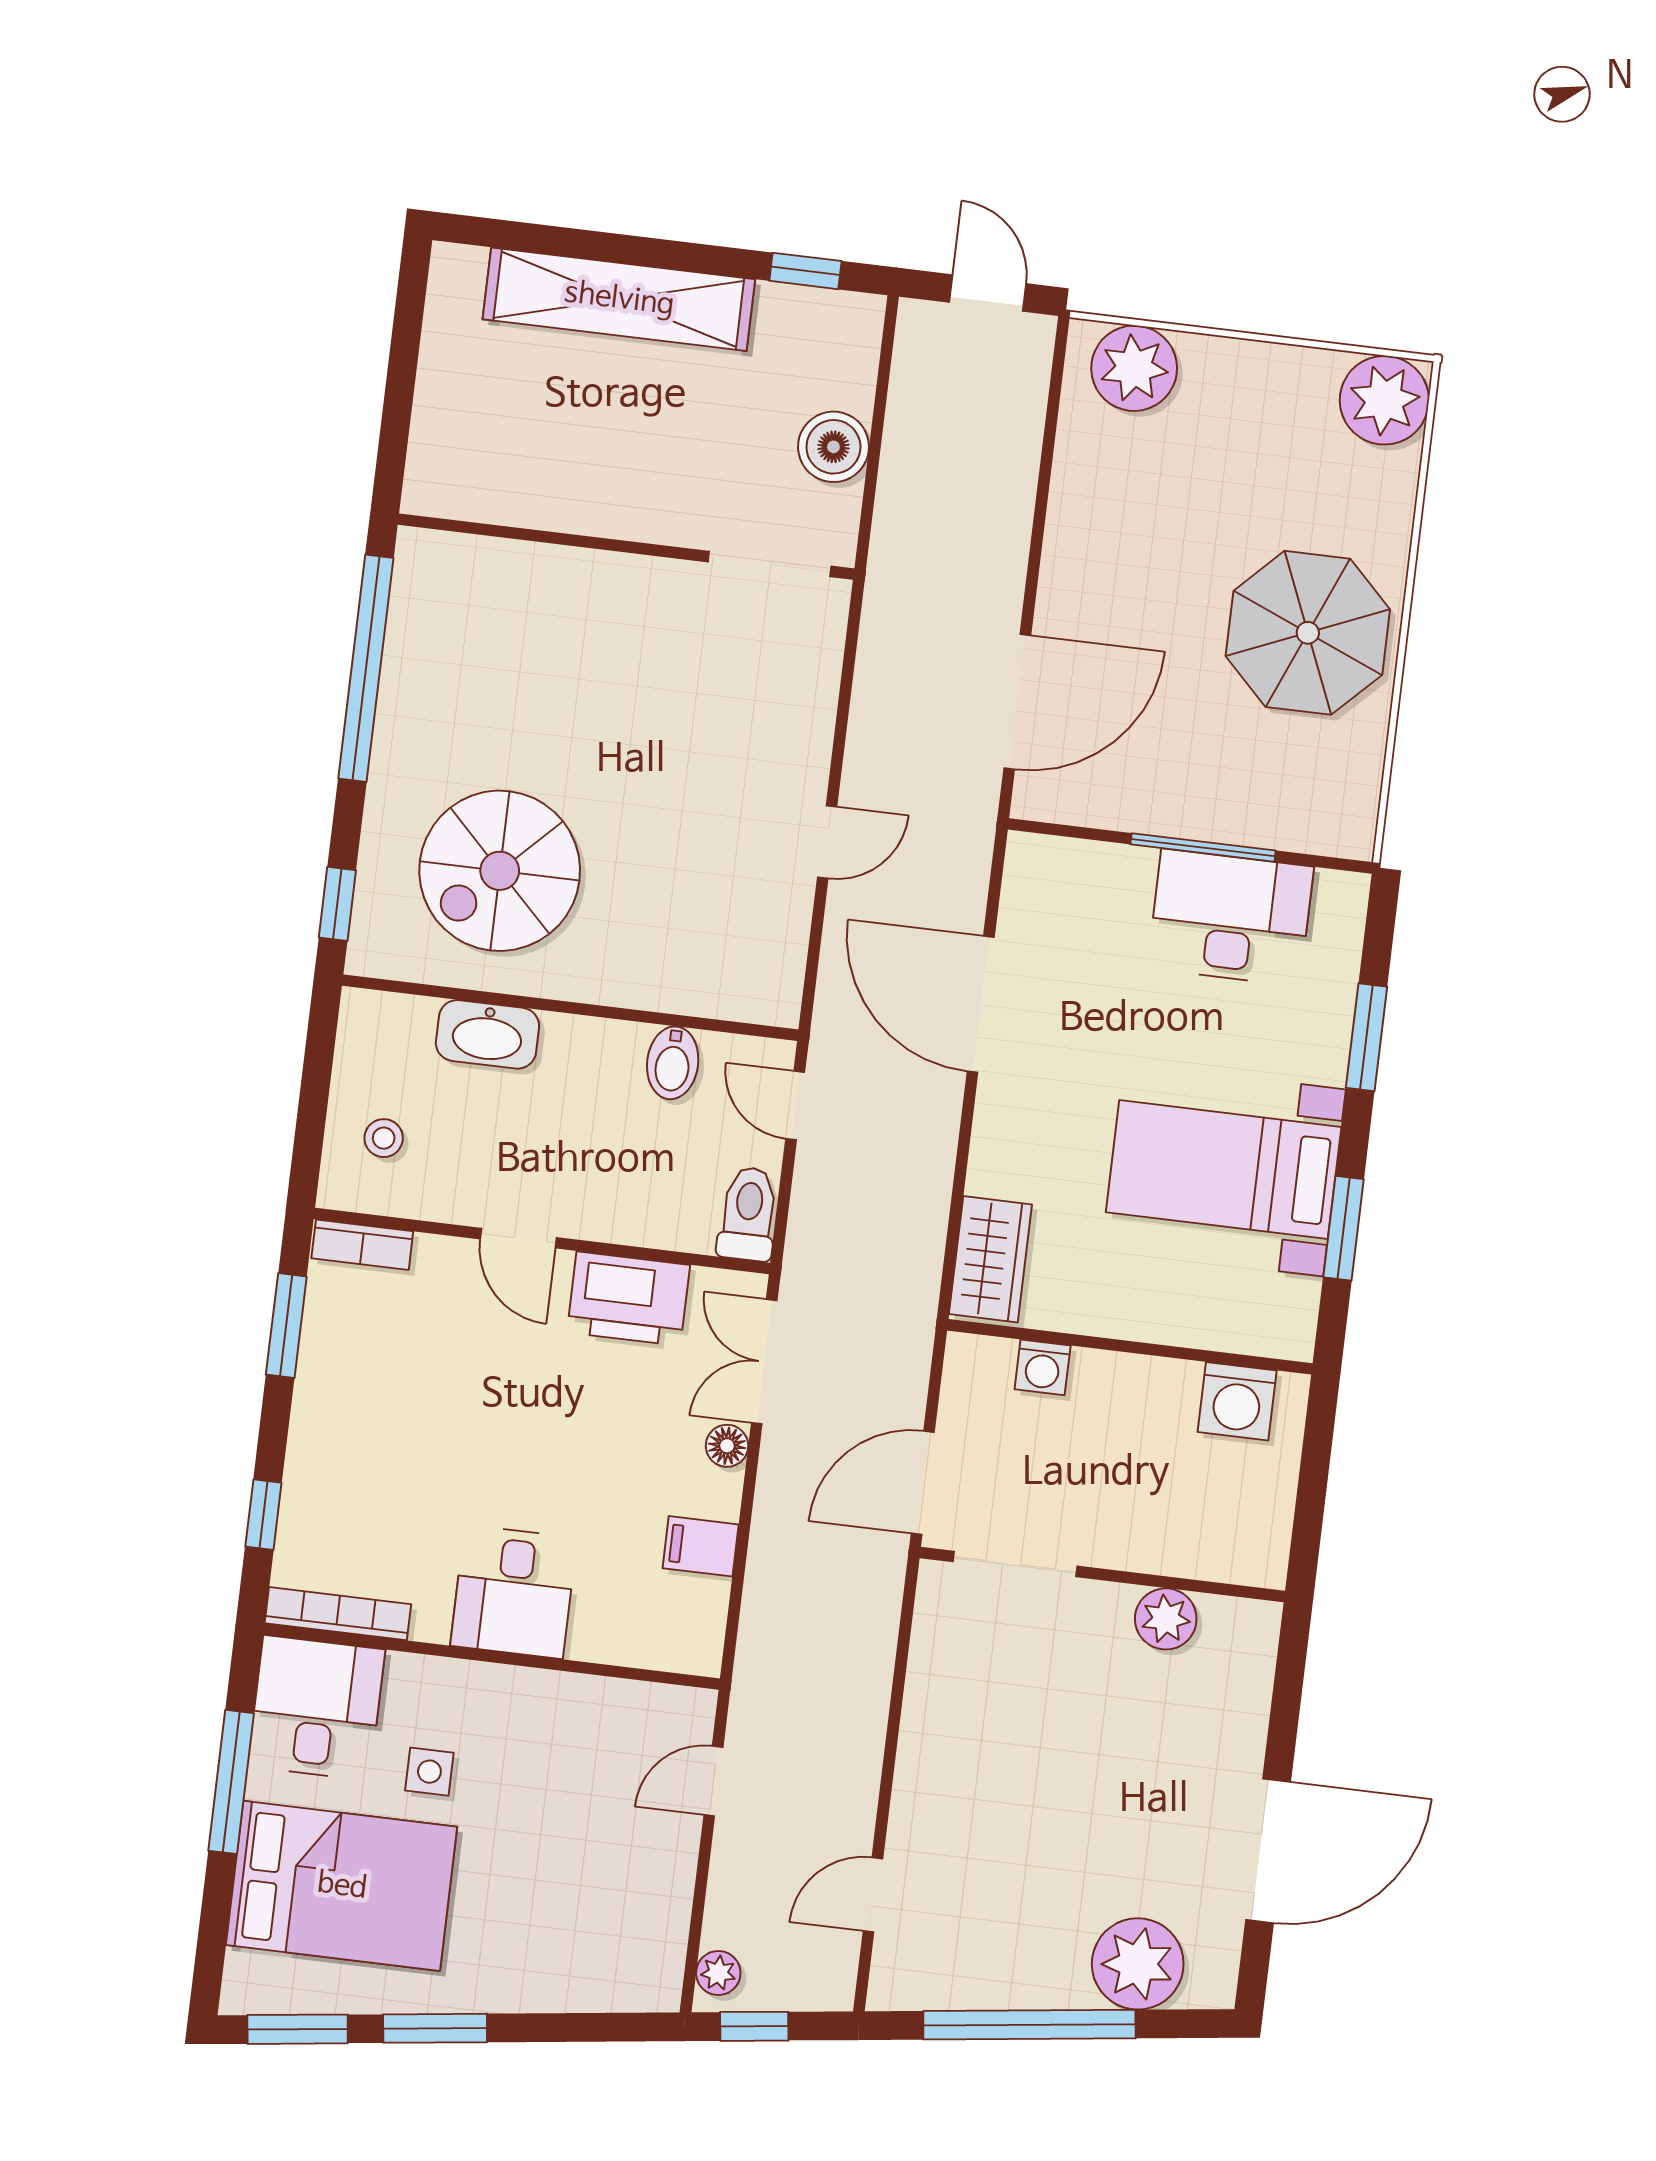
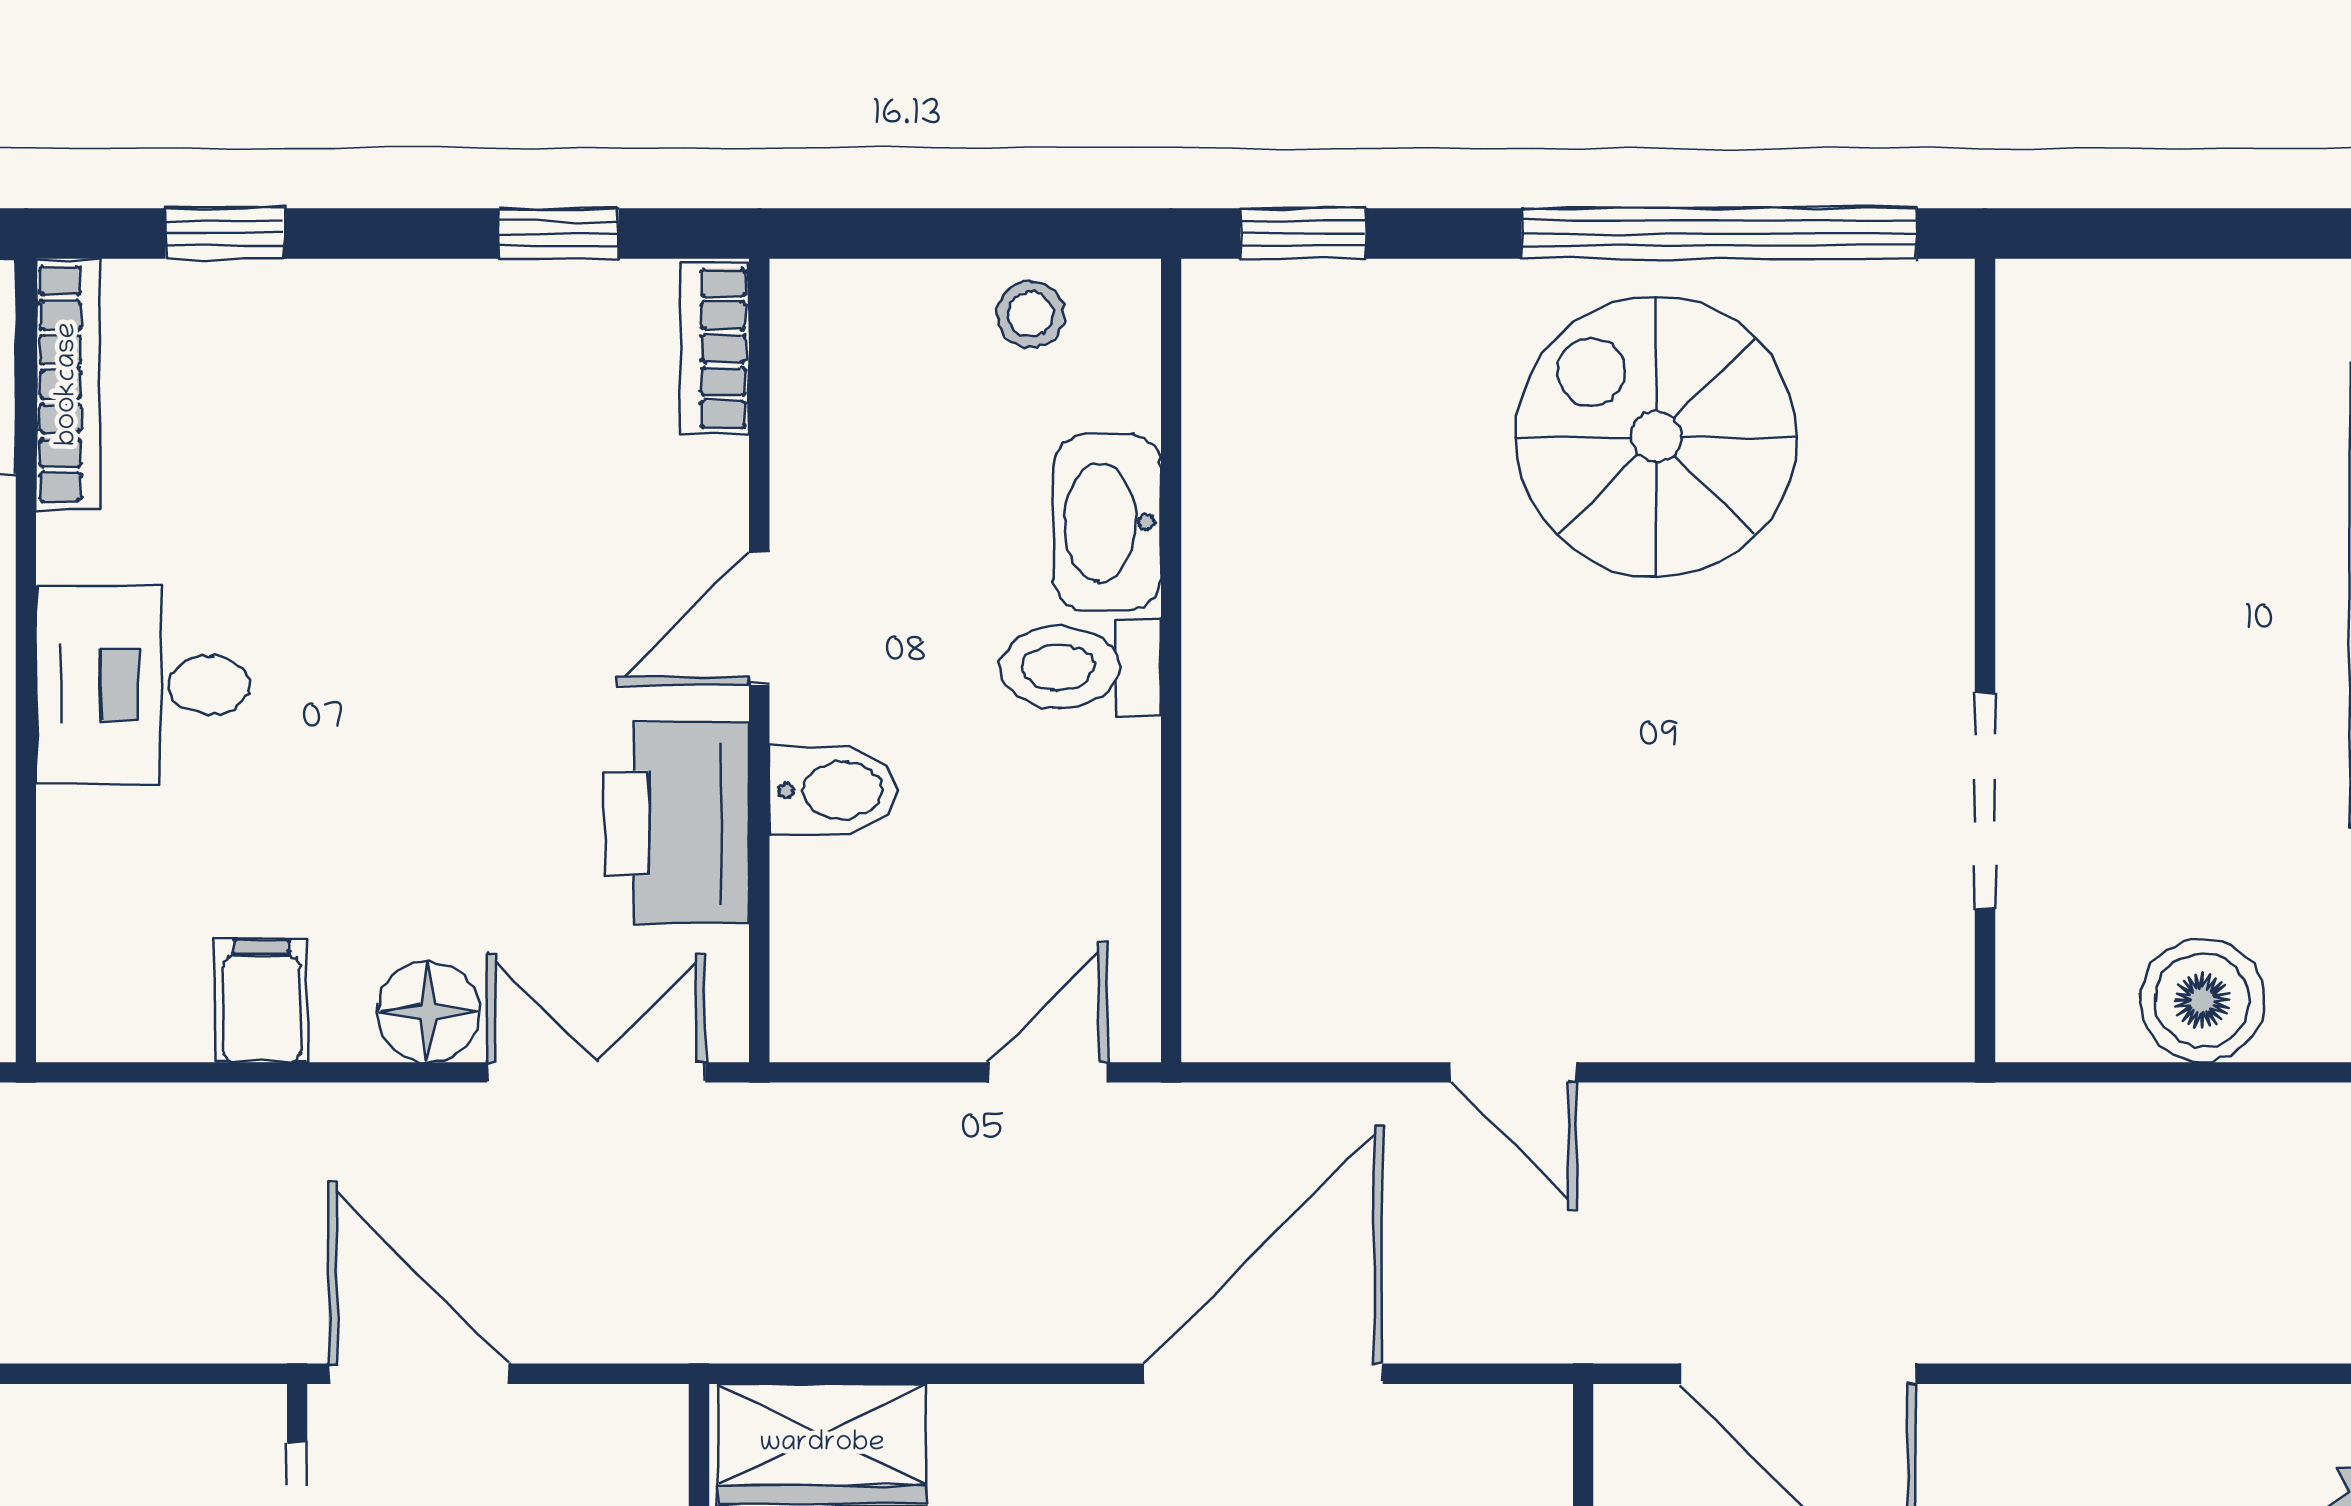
doorway: (770, 564) -> (1985, 801), moved
spiral stairs: (500, 871) -> (1656, 437), moved
bidet: (673, 1063) -> (834, 791), moved, turned 180
stool: (384, 1138) -> (1030, 314), moved
toilet: (748, 1214) -> (1081, 667), moved, turned 180
window: (286, 1326) -> (558, 233), width x0.67
floor lamp: (727, 1446) -> (428, 1012), width x1.37, depth x1.37

